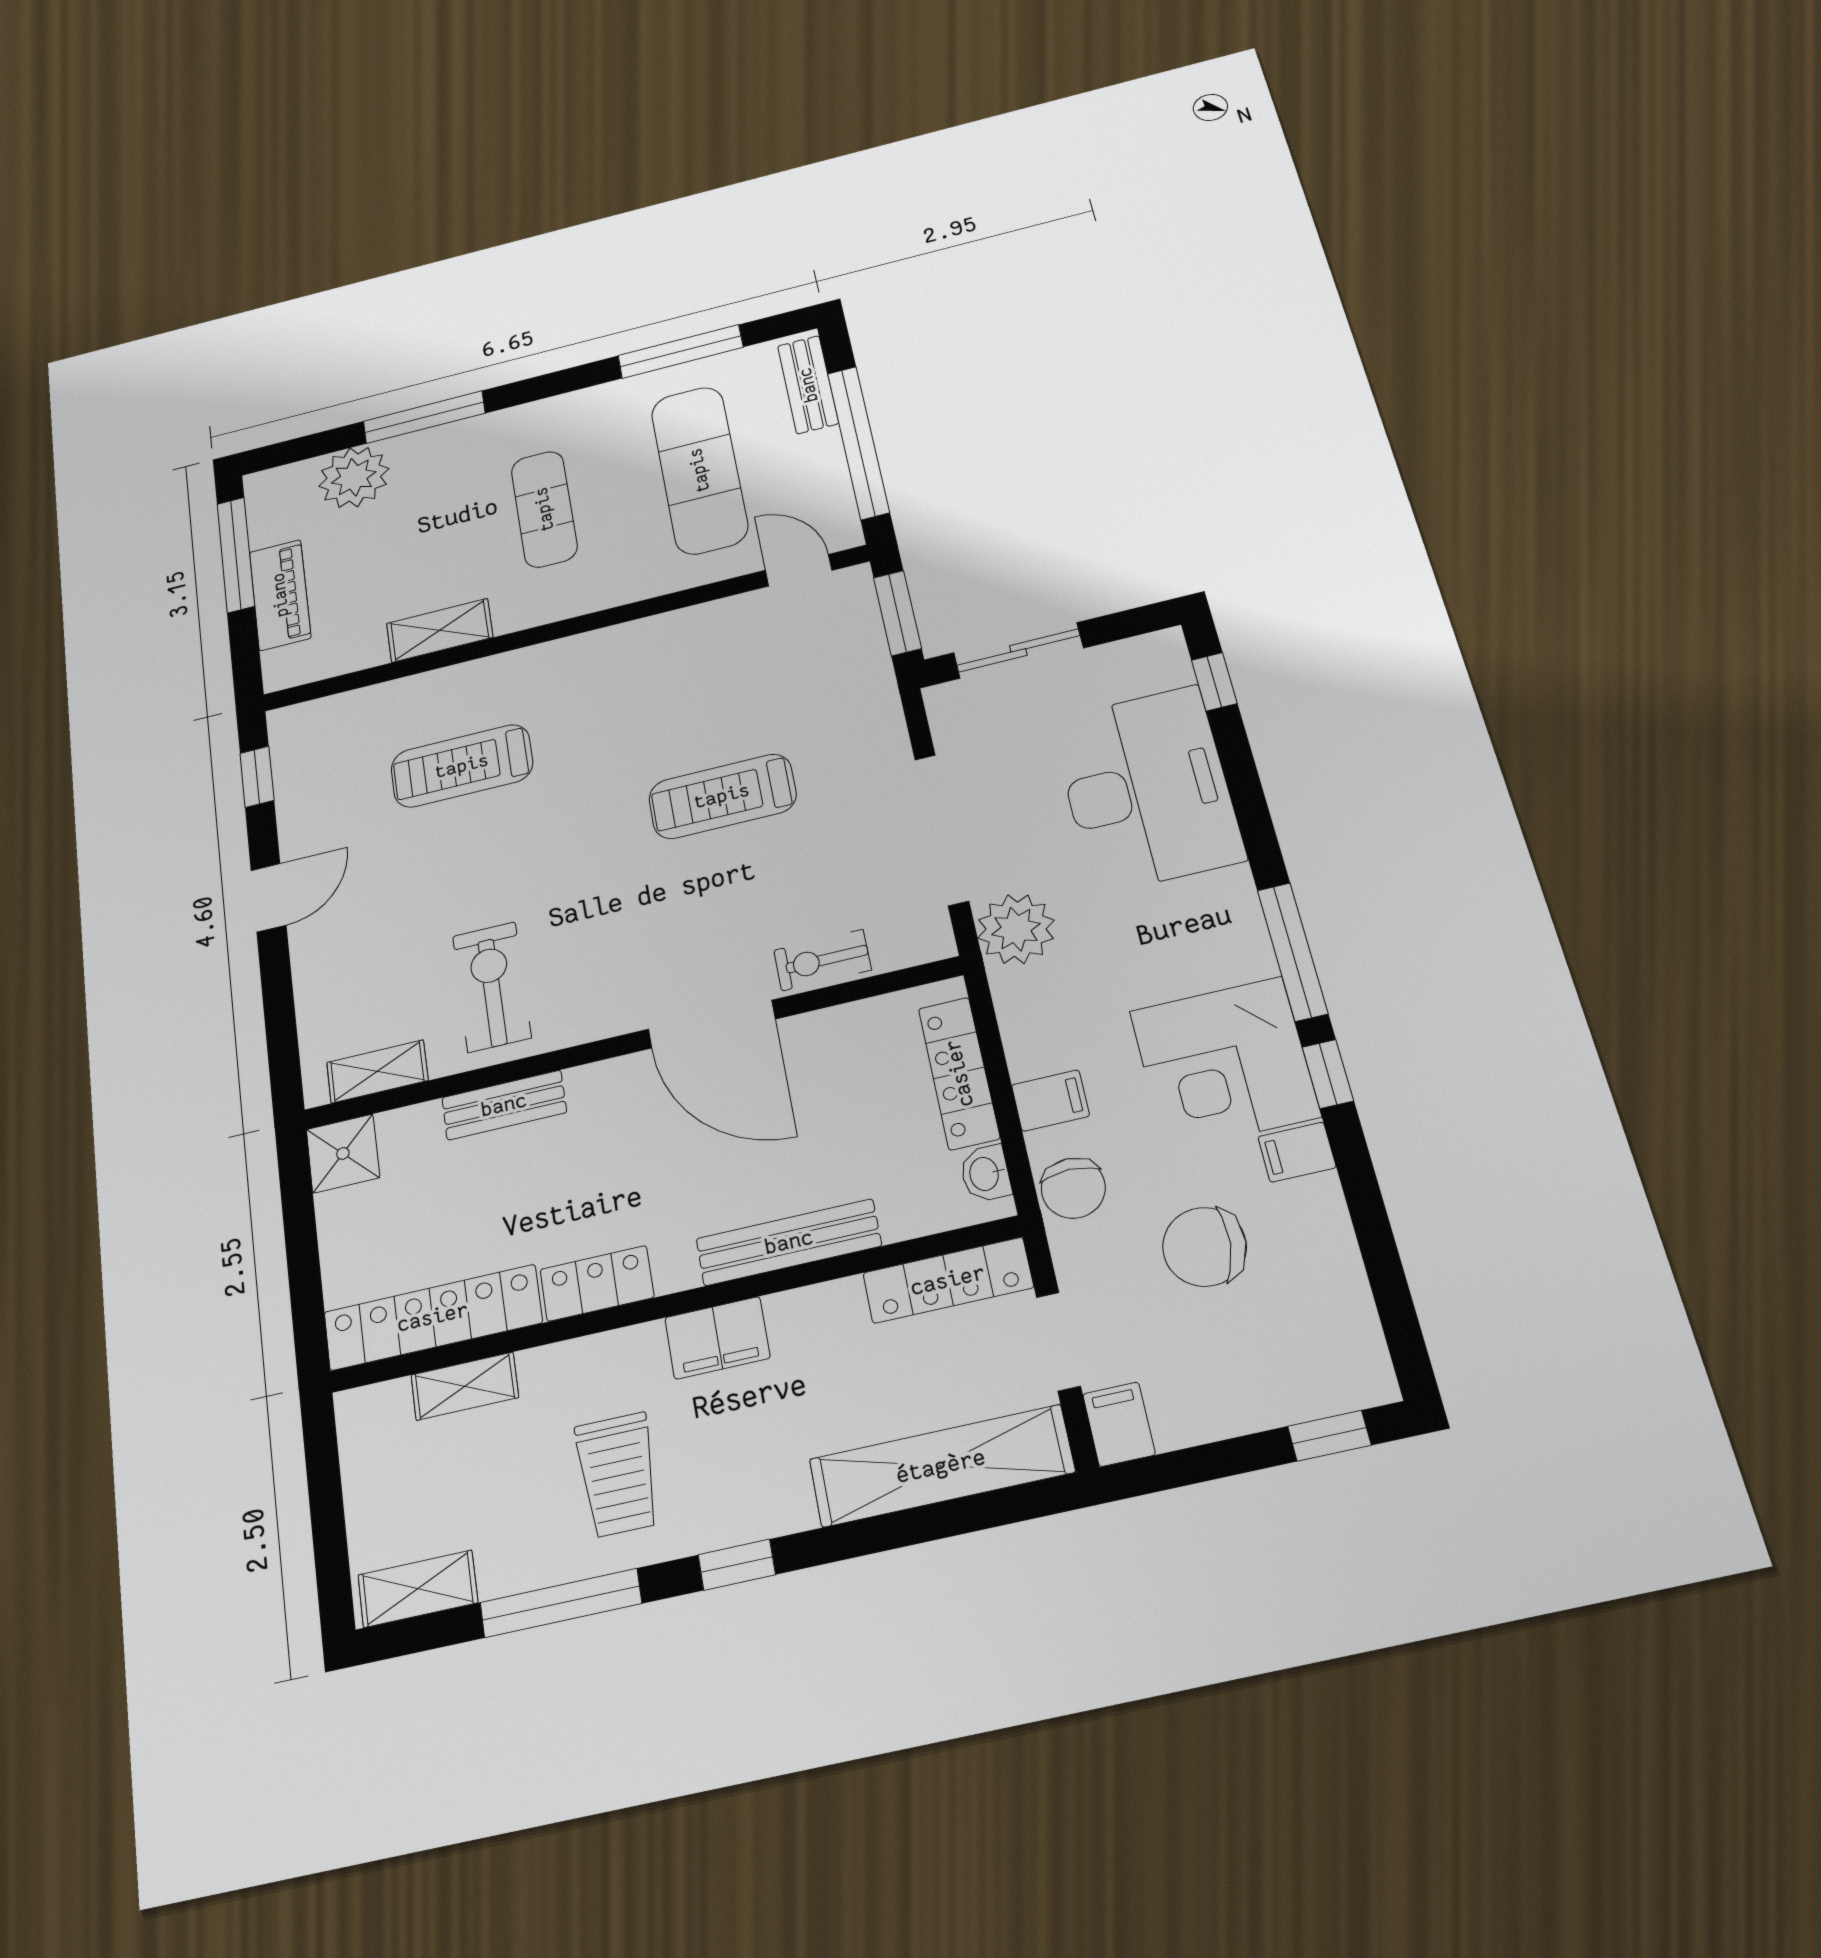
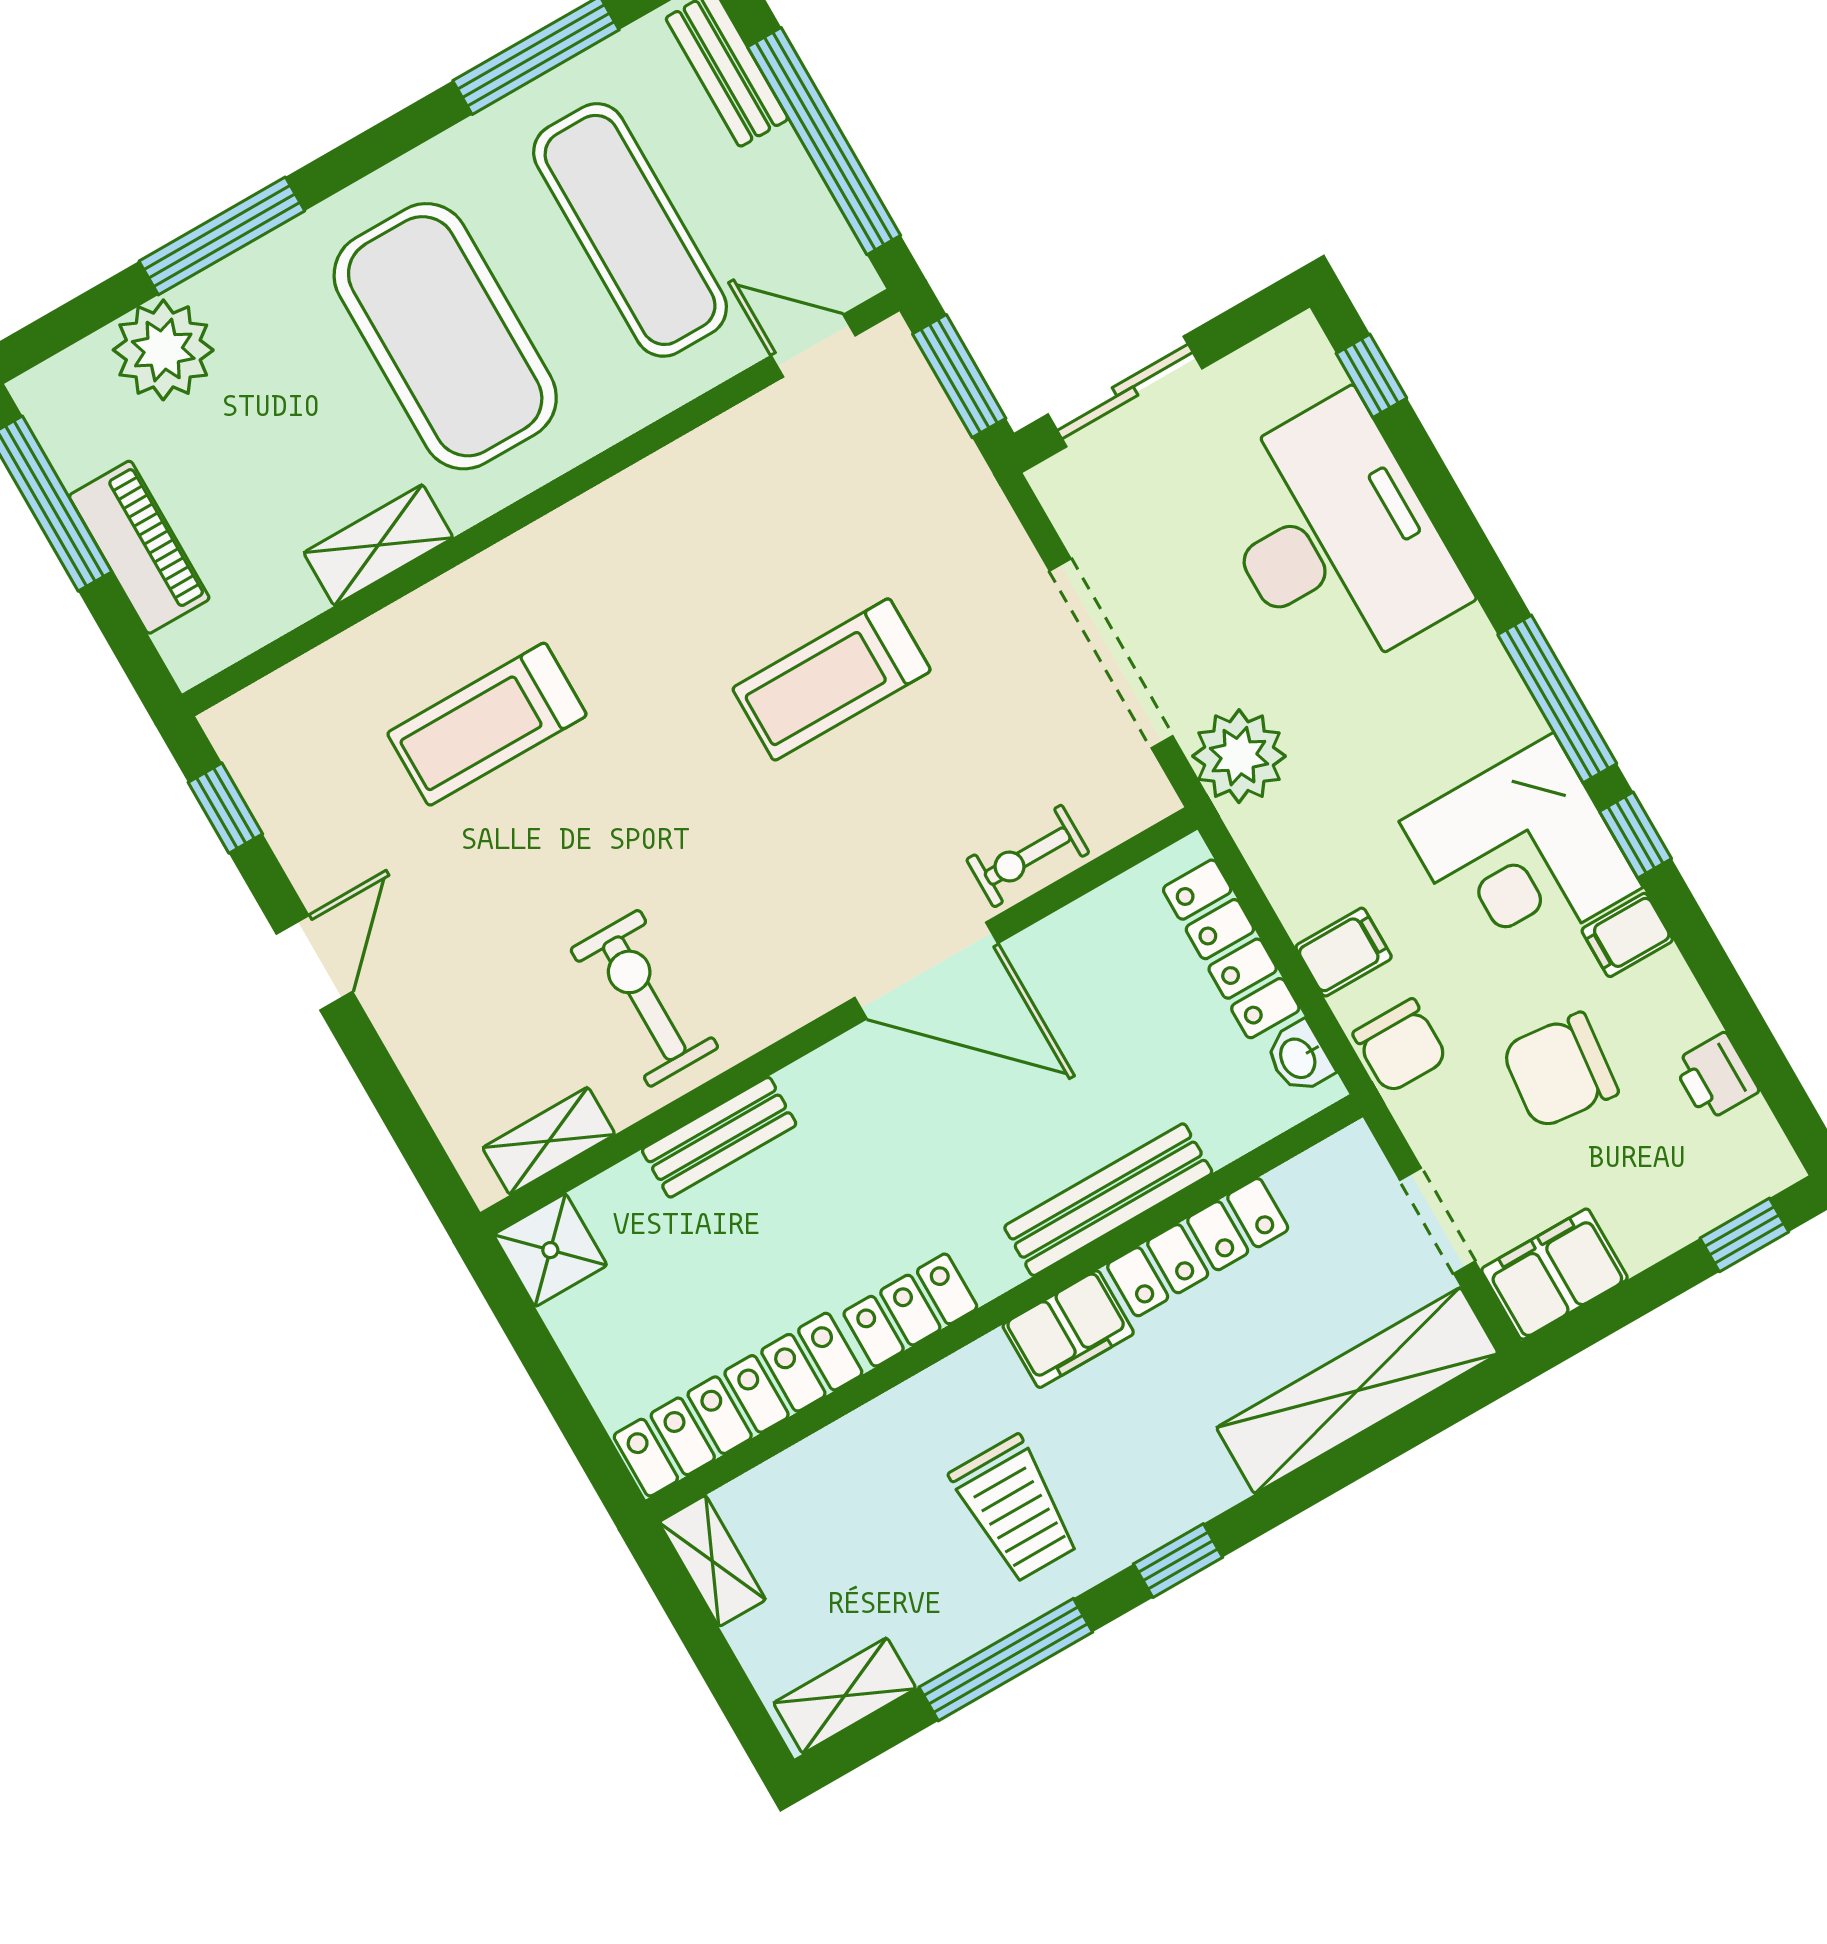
exercise mat: (544, 509) -> (445, 336), width x2.00, depth x1.45
locker: (948, 1280) -> (1198, 1247), moved
printer: (1341, 1291) -> (1715, 1077), added
shelving: (465, 1386) -> (712, 1561), moved, turned 90
filing cabinet: (1119, 1424) -> (1554, 1274), width x2.00

